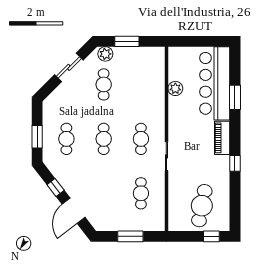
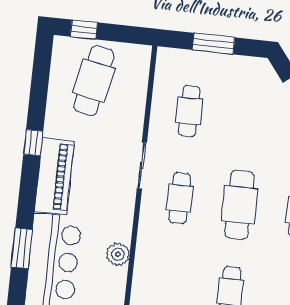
plant: (175, 88) -> (118, 254), moved
piano: (222, 138) -> (54, 176), width x1.37, depth x1.33
cafe table: (104, 139) -> (239, 205), width x1.37, depth x1.35

